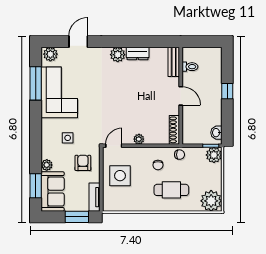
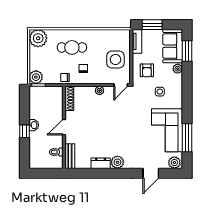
door: (181, 96) -> (64, 127), hinge flipped
washbasin: (216, 133) -> (34, 125), moved

